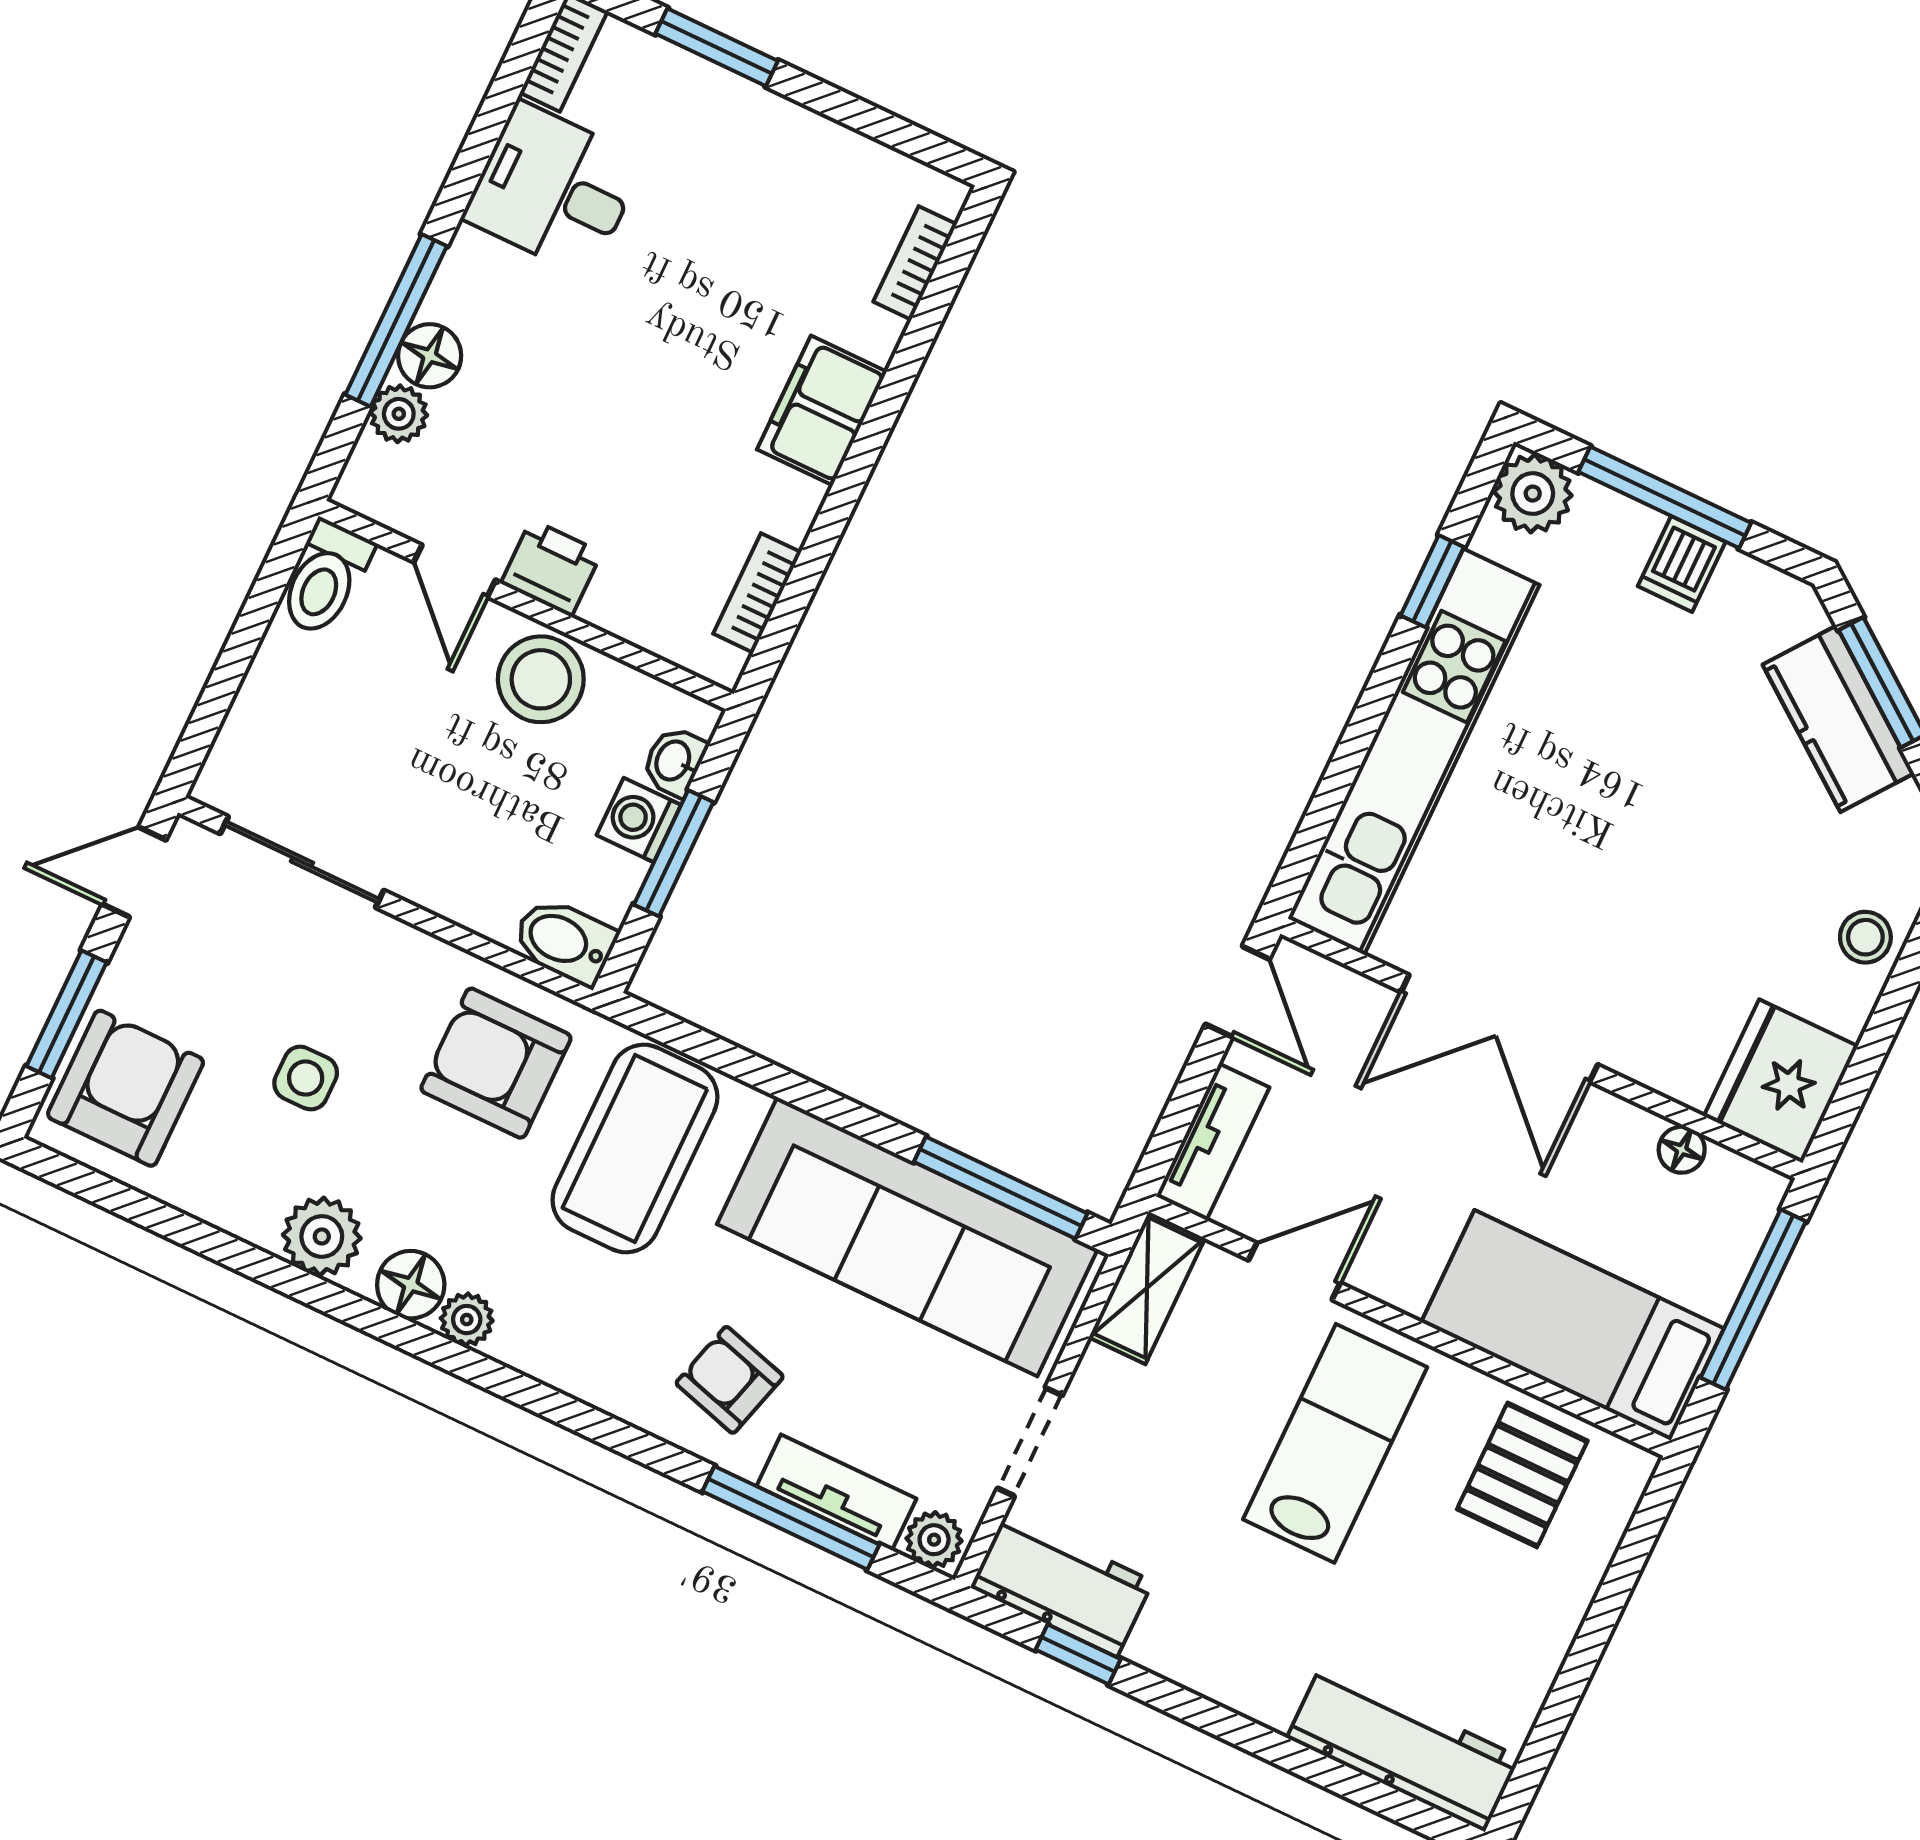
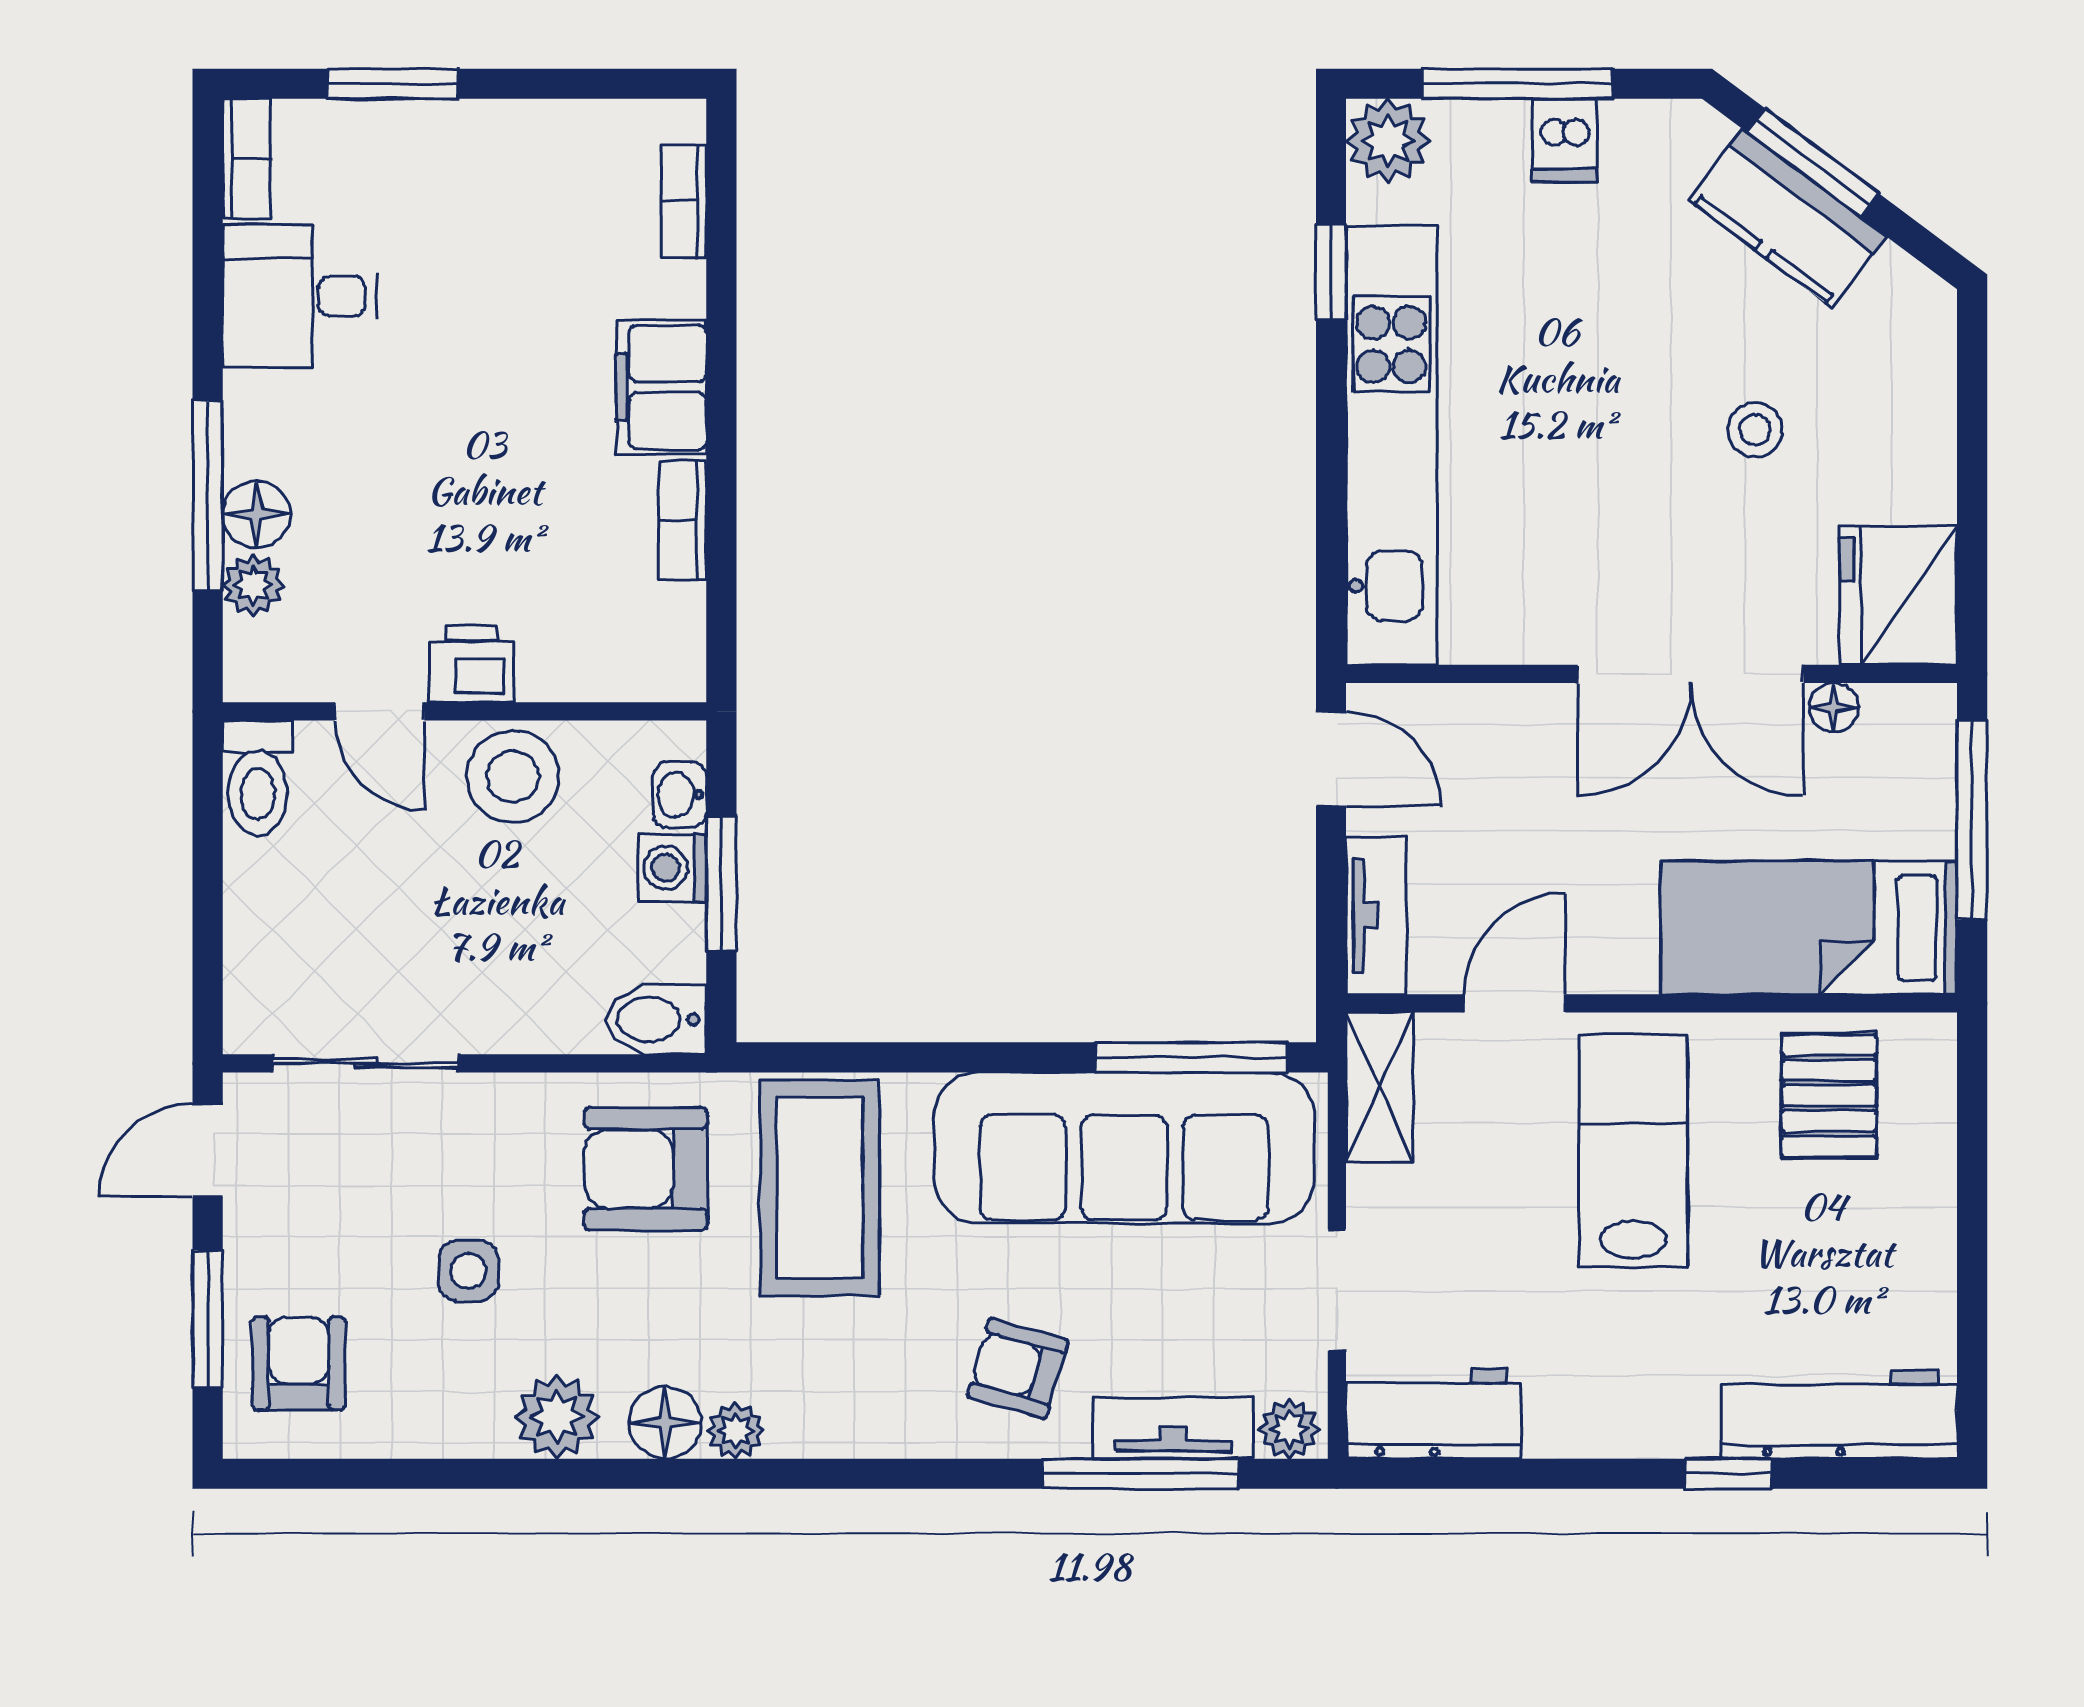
bookcase: (757, 593) -> (683, 520), moved
stool: (1865, 937) -> (1755, 430), moved
double door: (1499, 1028) -> (1691, 674), moved
armchair: (126, 1088) -> (299, 1364), width x0.72, depth x0.72
window: (1078, 1654) -> (1728, 1474), moved

